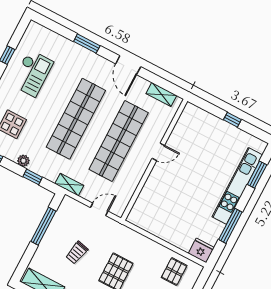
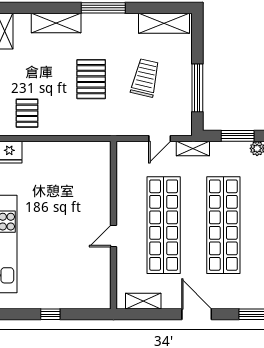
window: (33, 177) -> (238, 136), width x1.50
door: (99, 209) -> (160, 139), moved
trolley: (77, 253) -> (145, 78), width x1.36, depth x1.39

